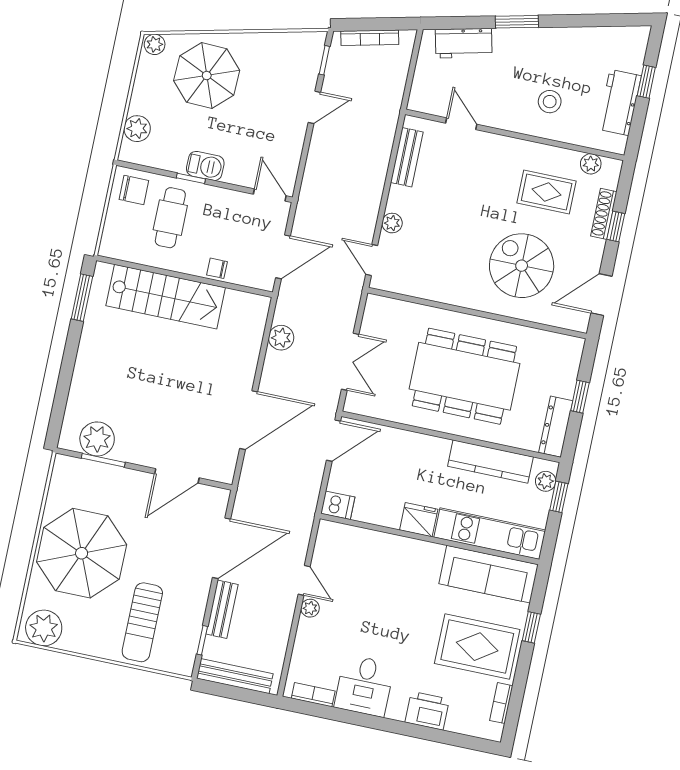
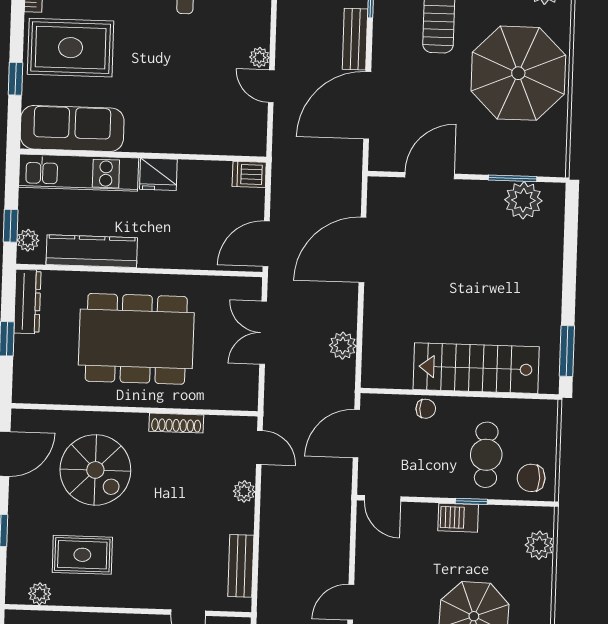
shoe rack: (604, 214) -> (176, 423), moved, turned 90

